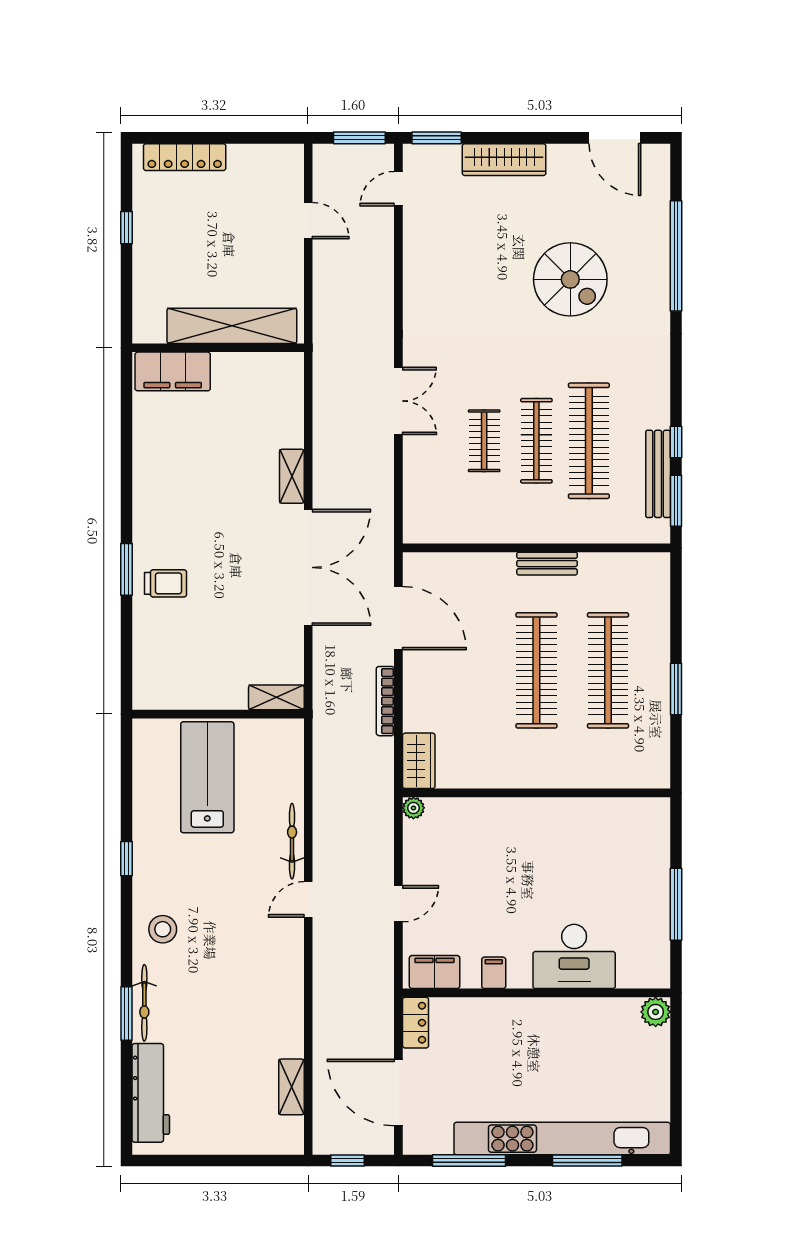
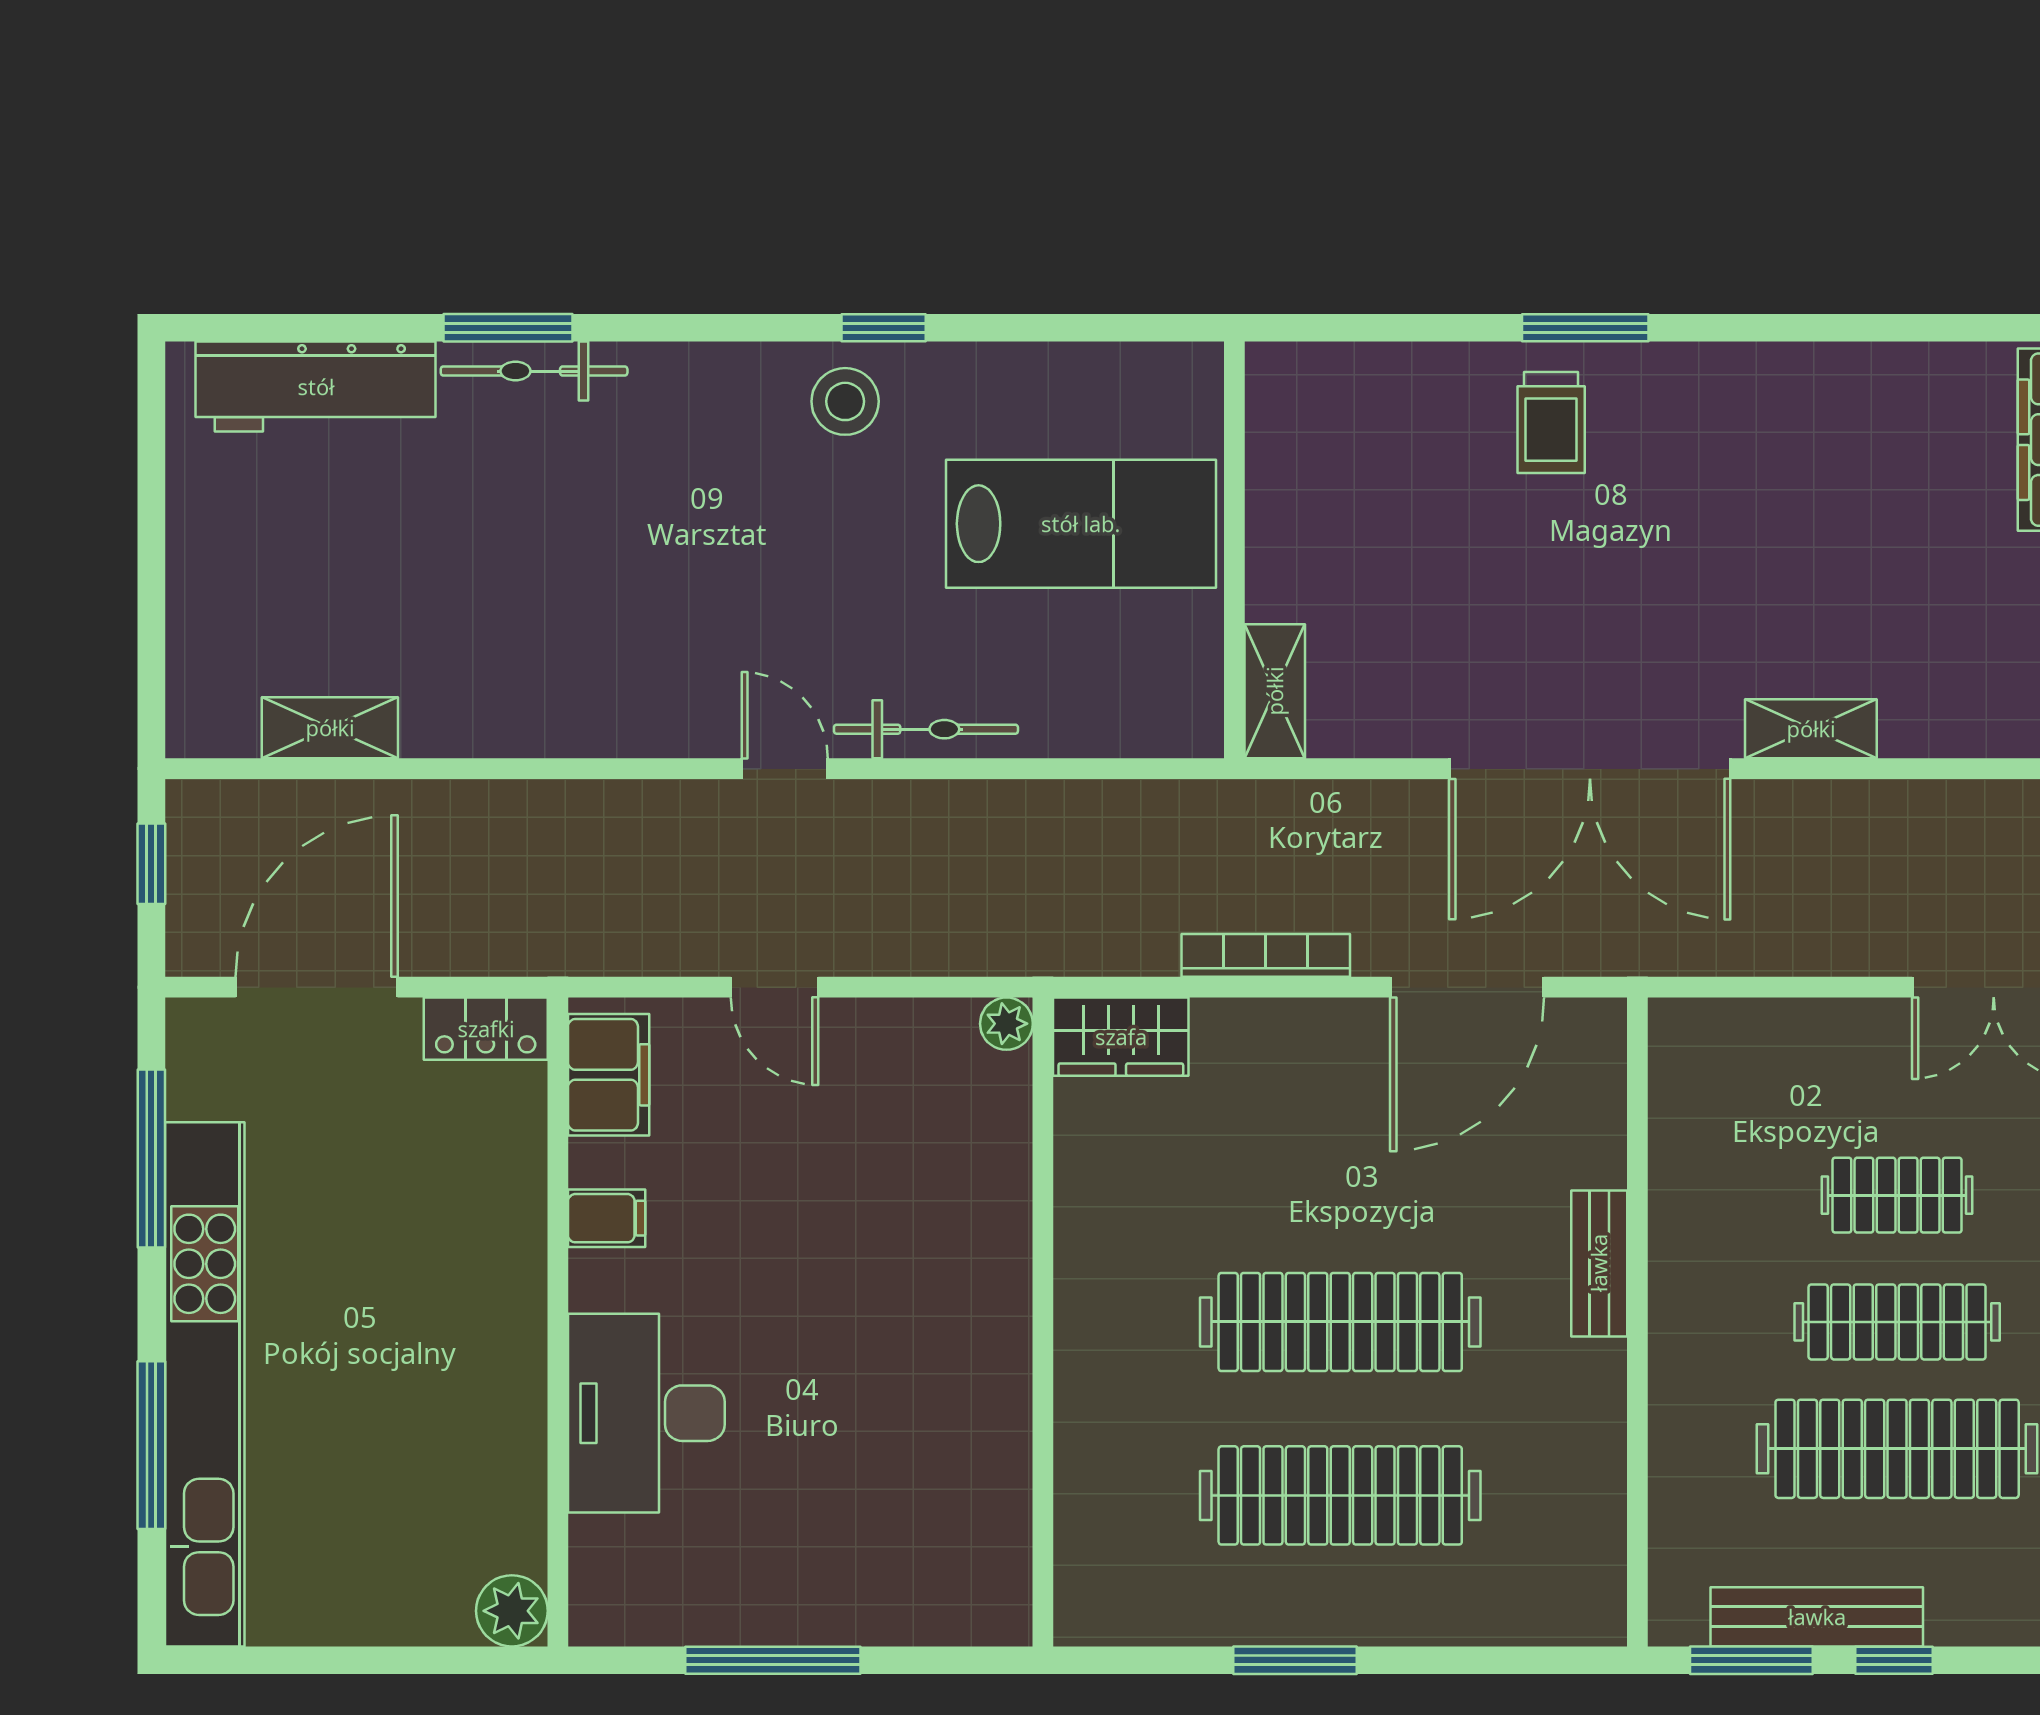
bench: (547, 564) -> (1599, 1263), moved
stool: (163, 929) -> (845, 401), moved

